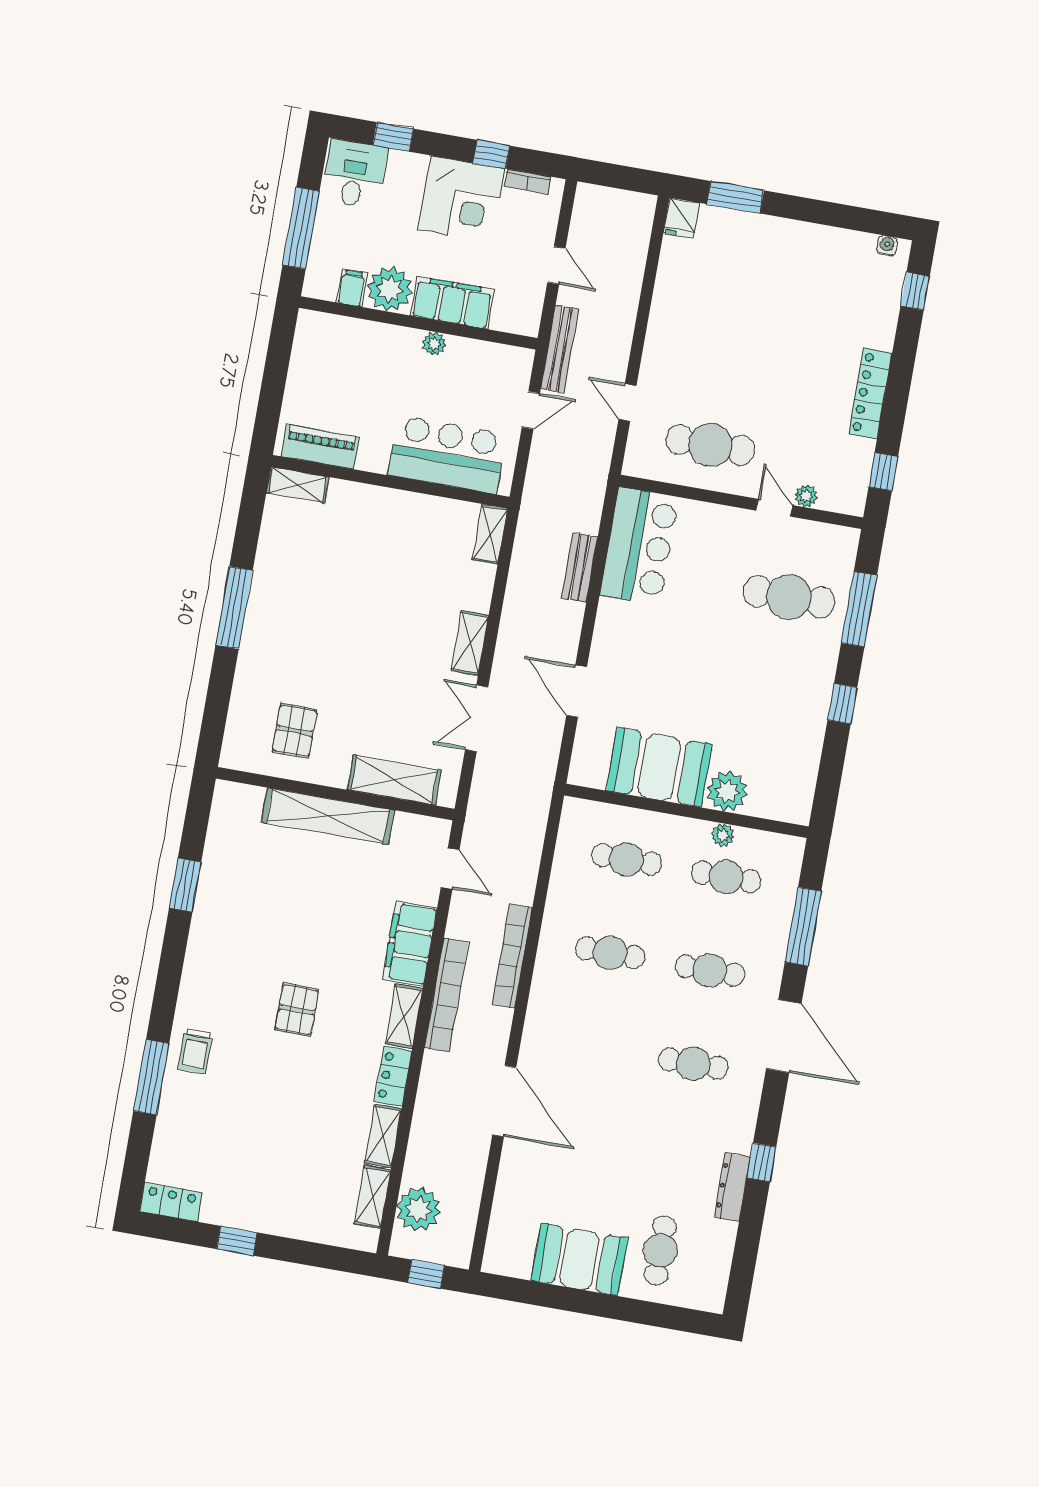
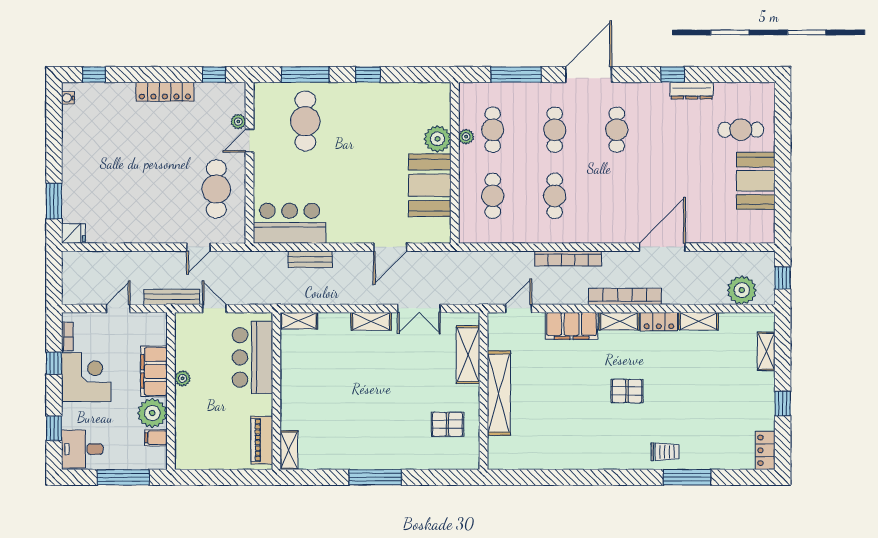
window: (185, 885) -> (559, 477), removed
bookcase: (447, 995) -> (625, 296), moved
shelving: (373, 1197) -> (766, 351), moved, turned 90

